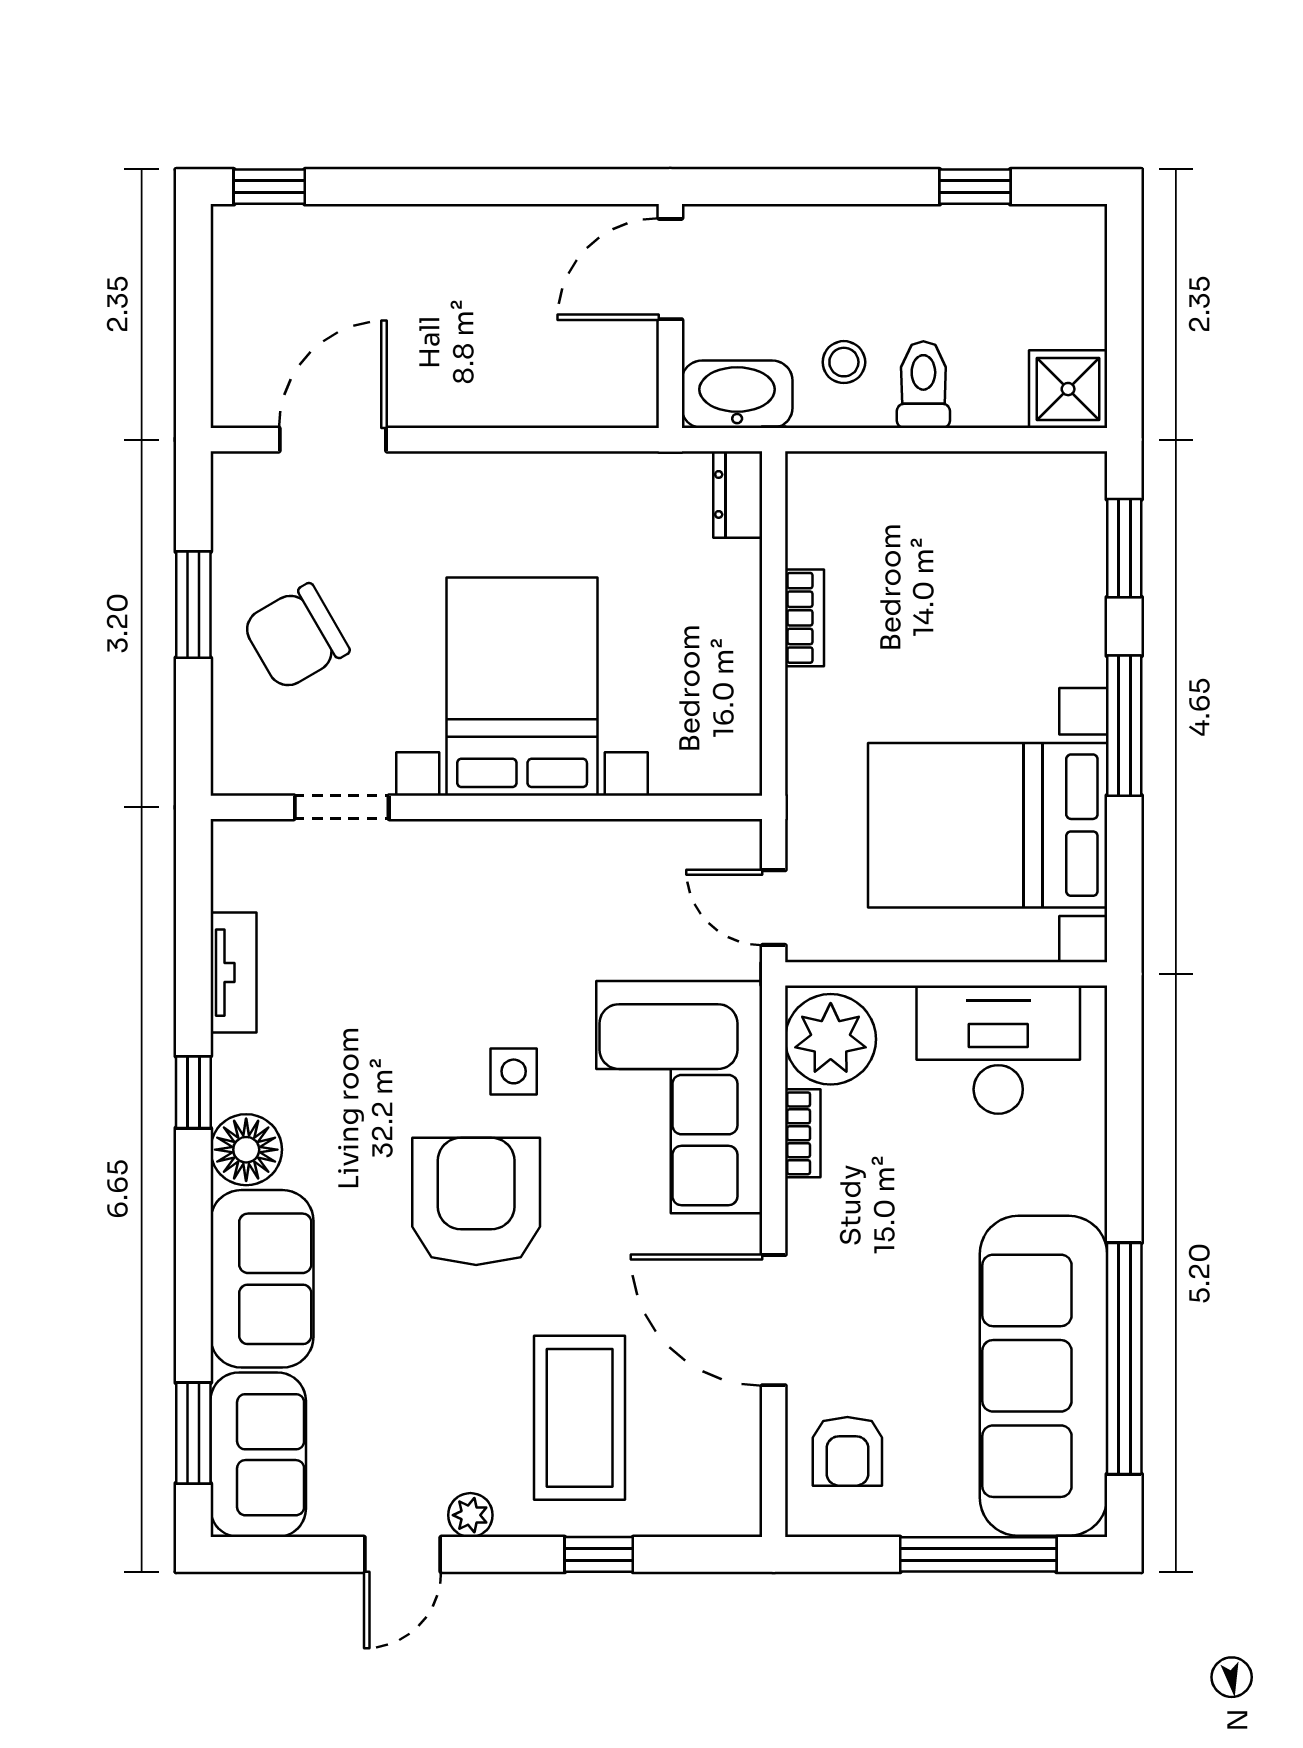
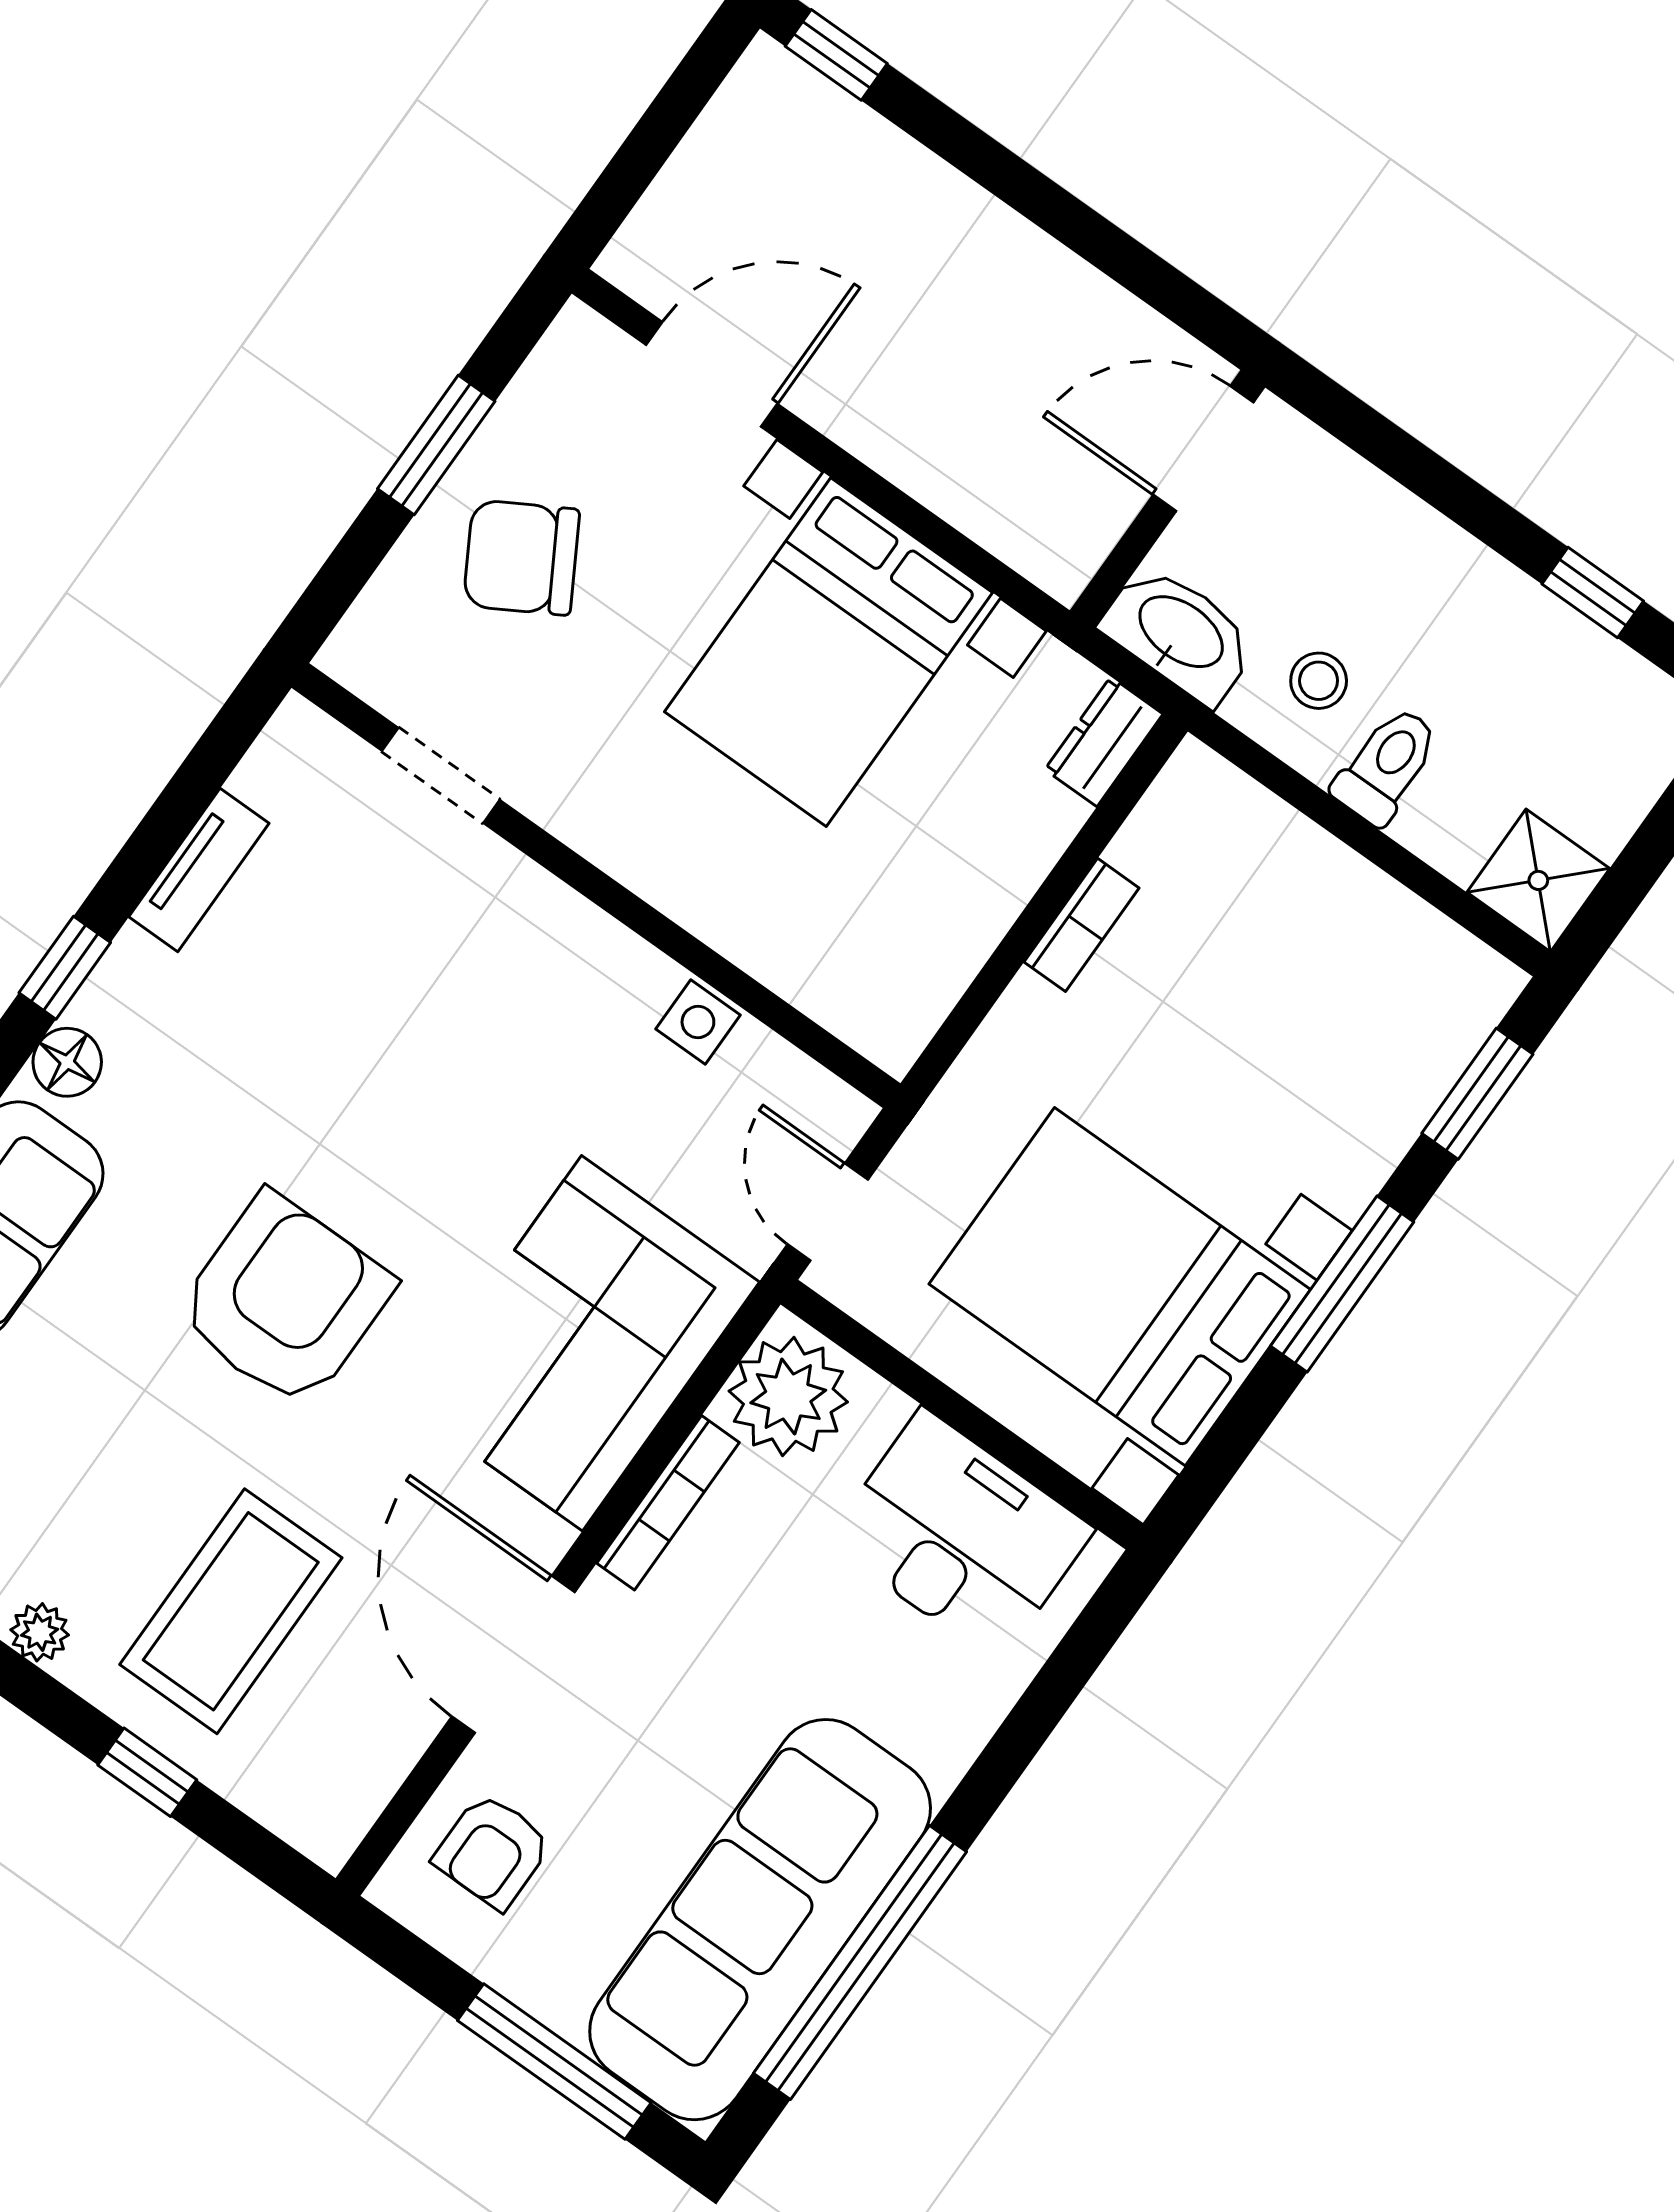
bed with nightstands: (522, 687) -> (828, 652), moved, turned 180
side table: (514, 1071) -> (698, 1022), moved
bookcase: (803, 1133) -> (668, 1503), width x1.56
floor lamp: (246, 1150) -> (67, 1062), width x0.73, depth x0.73

